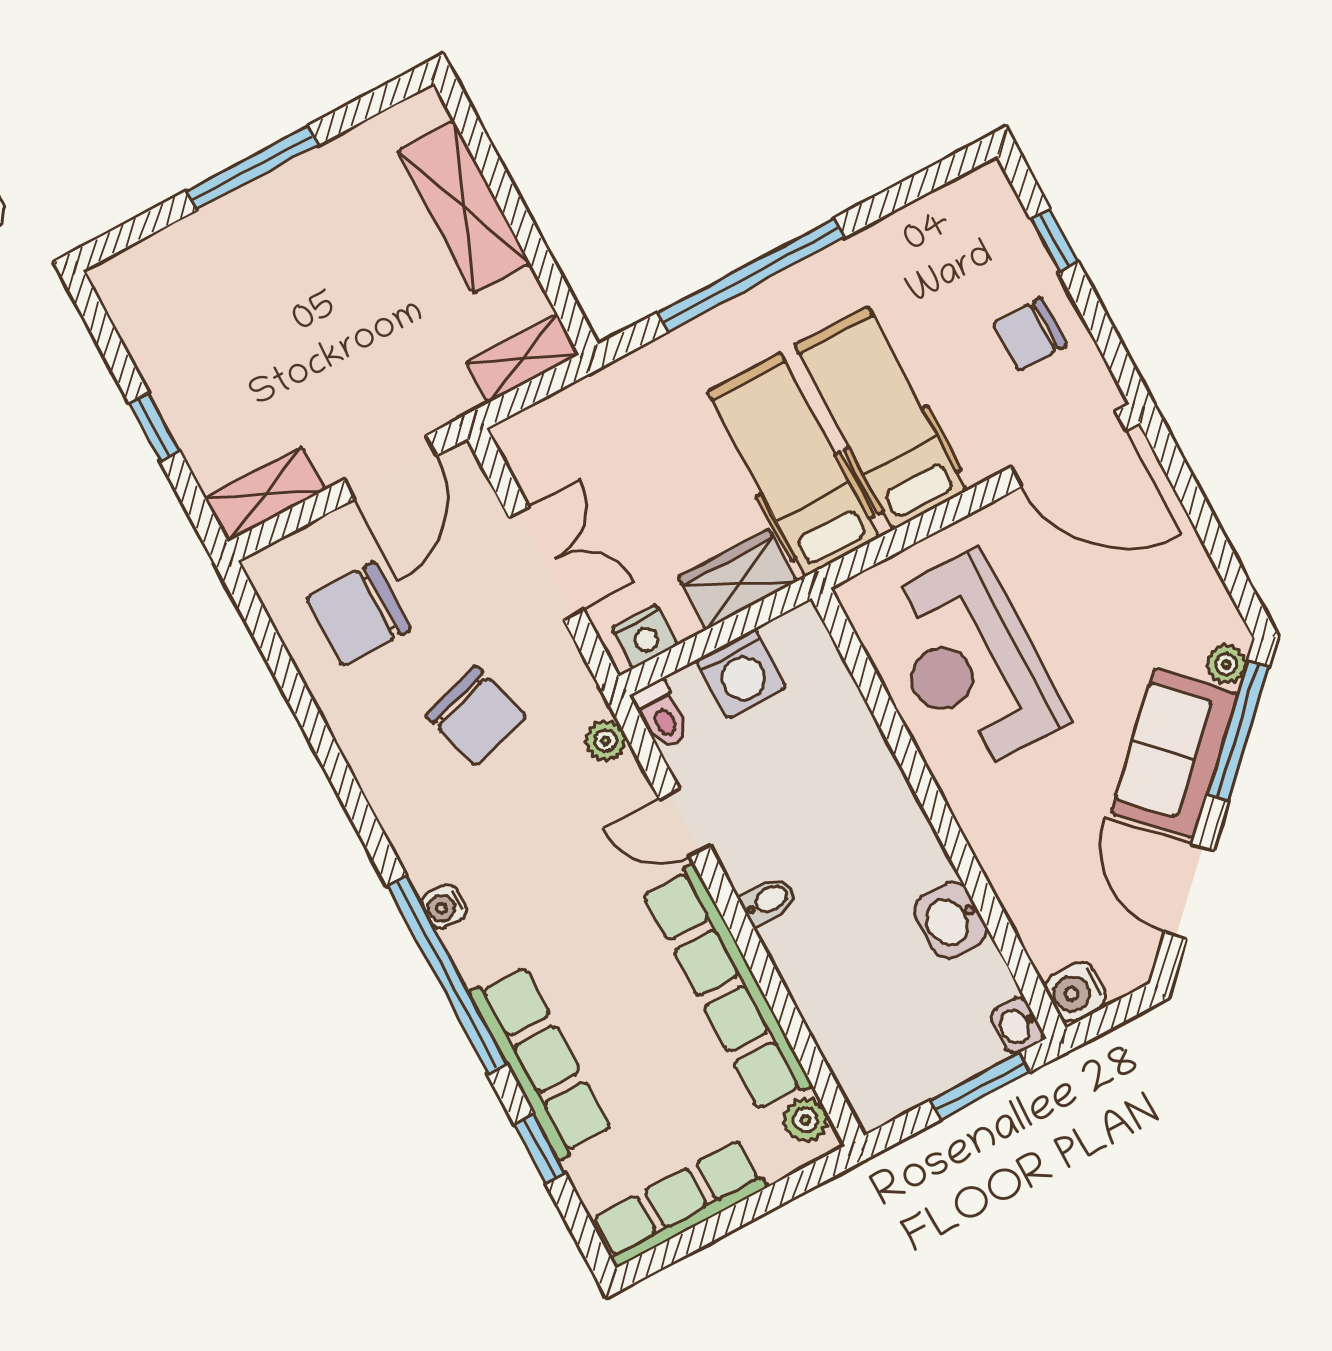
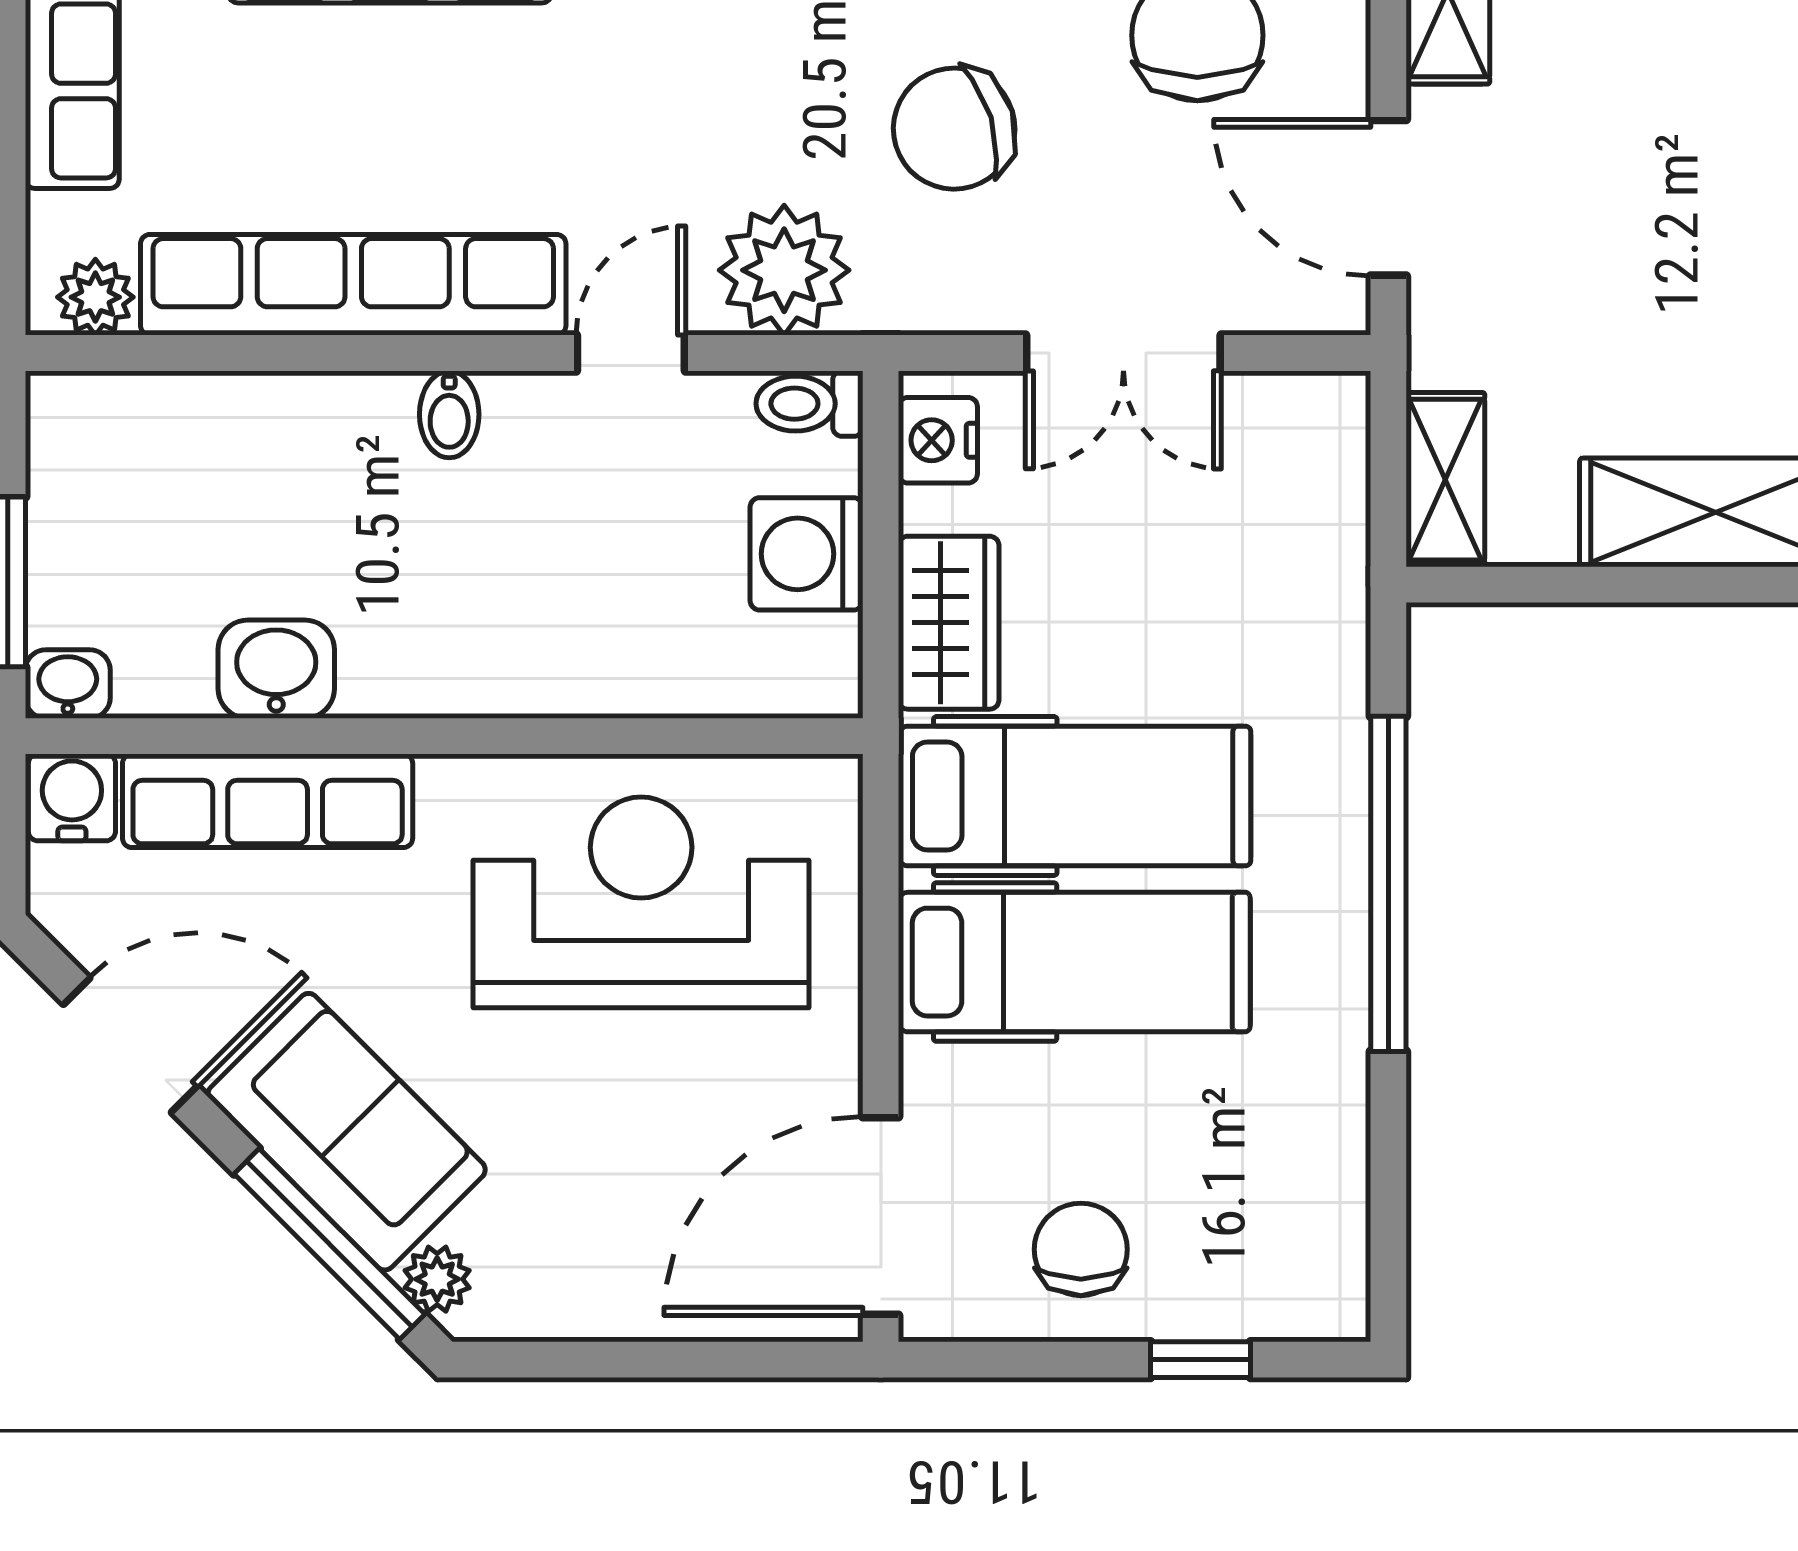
plant: (605, 741) -> (784, 270), width x1.88, depth x1.88
row of seats: (1022, 888) -> (268, 801), added

